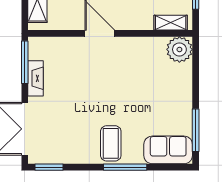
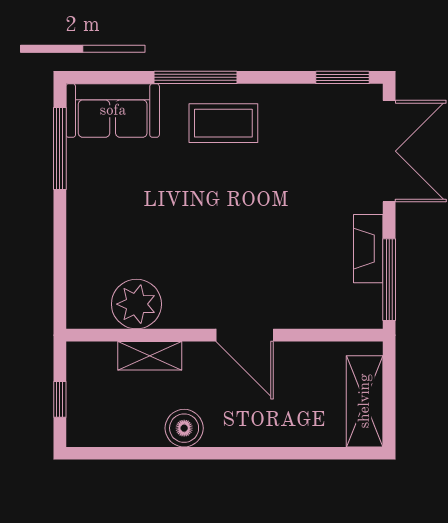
shelving: (171, 23) -> (150, 356), moved
plant: (179, 49) -> (136, 304), moved
coffee table: (111, 143) -> (223, 123), turned 90

